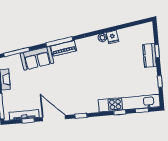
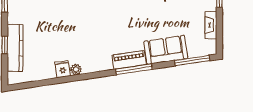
kitchen counter: (150, 55) -> (15, 48), width x1.50

